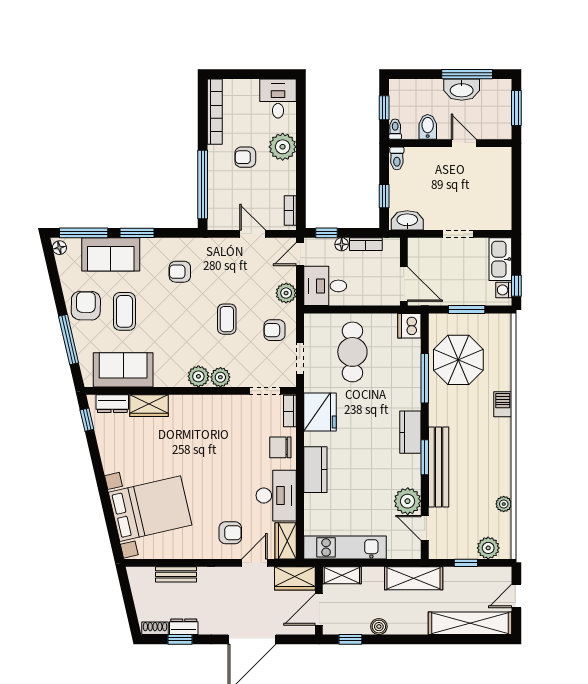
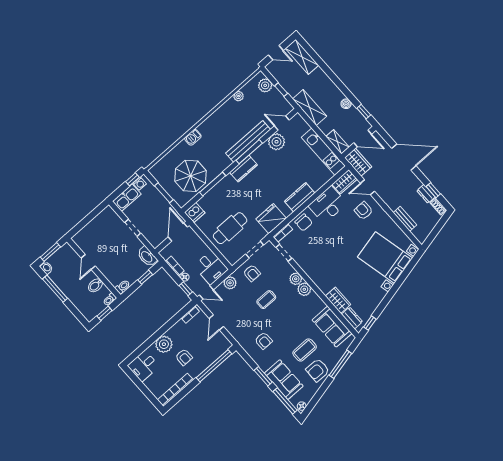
washbasin: (462, 90) -> (47, 268), moved, width x0.52, depth x0.69
window: (425, 457) -> (249, 152), width x1.44
door: (425, 528) -> (282, 123), swing flipped
shelving: (470, 623) -> (302, 57), width x0.68

